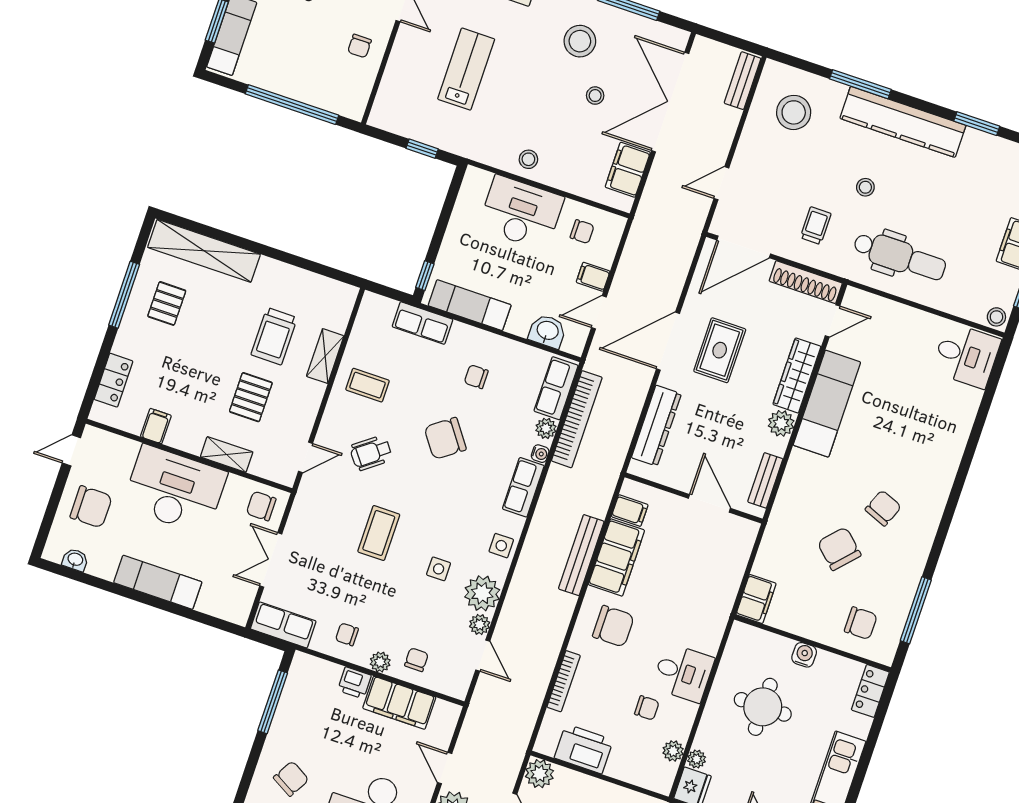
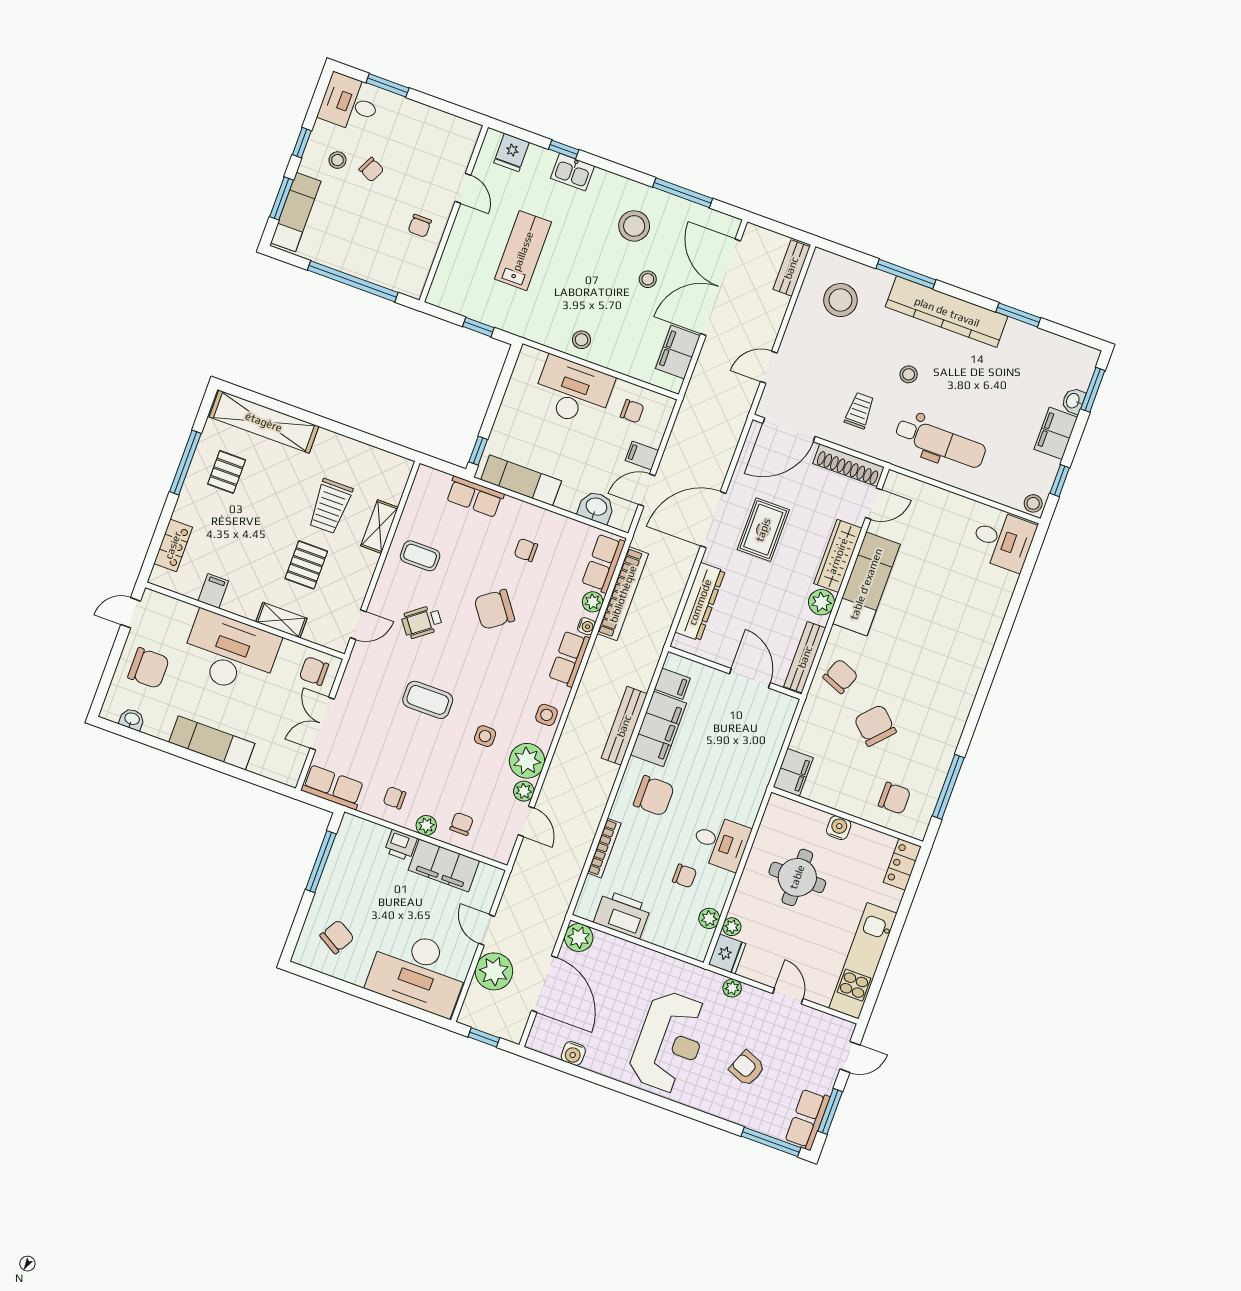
bench: (765, 480) -> (805, 657), width x1.36
chair: (883, 508) -> (840, 676), moved
coffee table: (379, 533) -> (428, 700), turned 90

